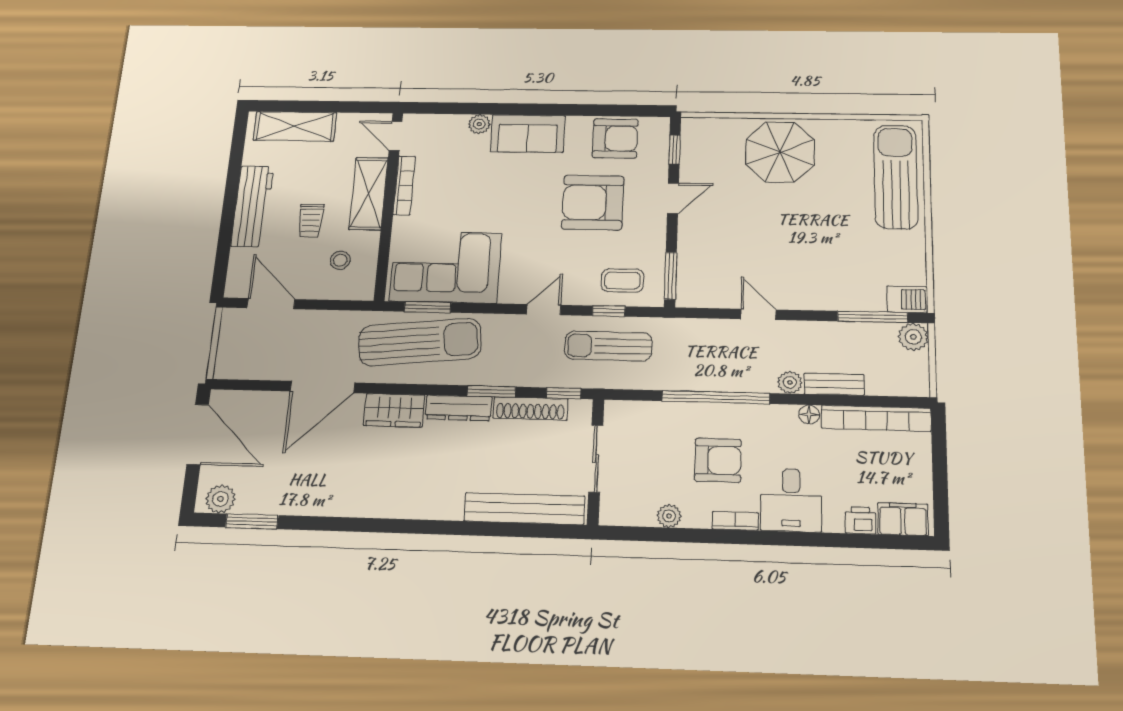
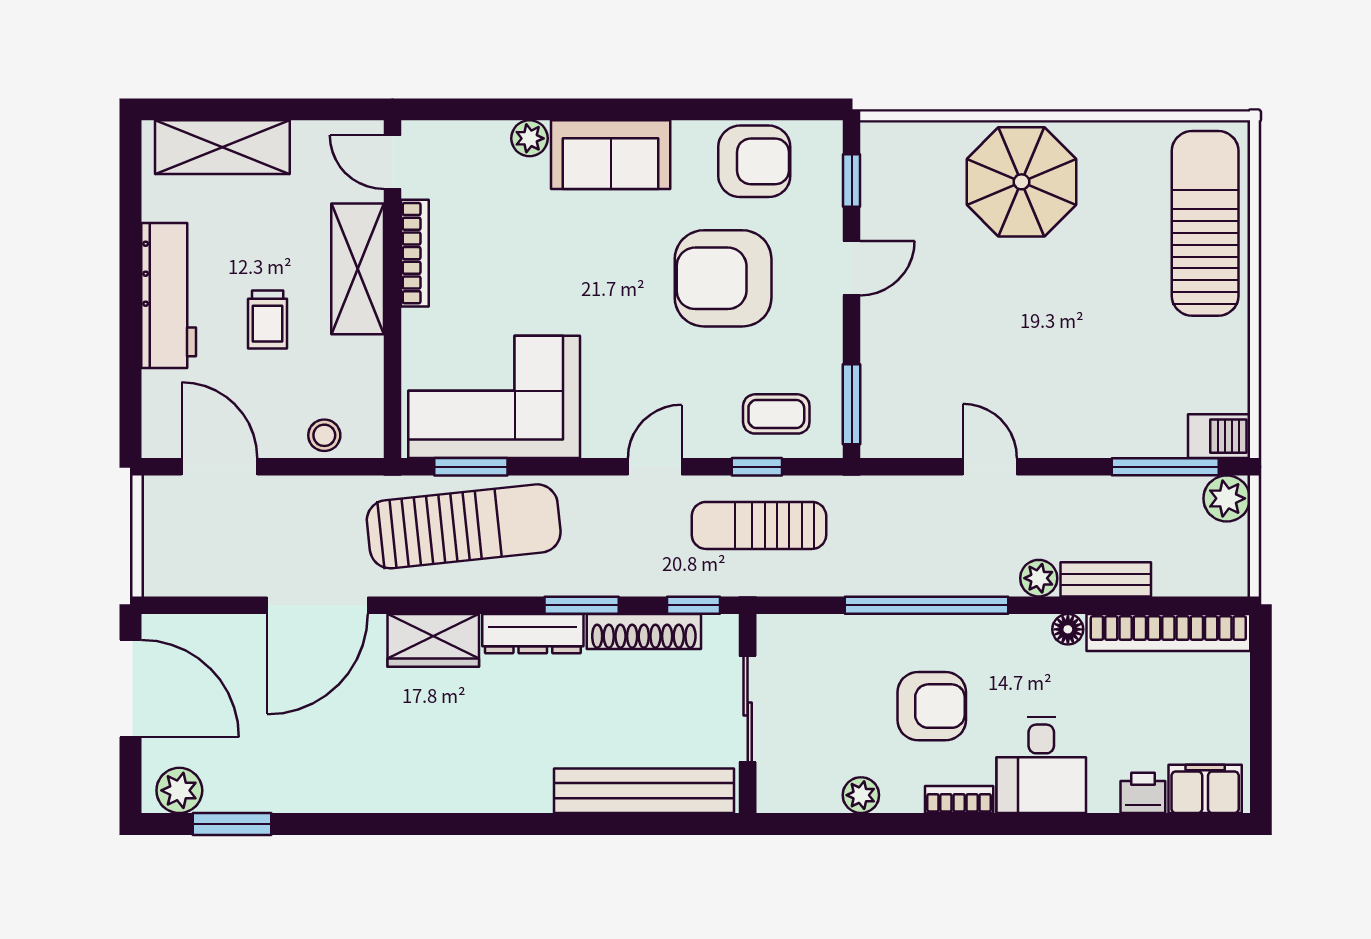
stool: (340, 260) -> (324, 435), moved

